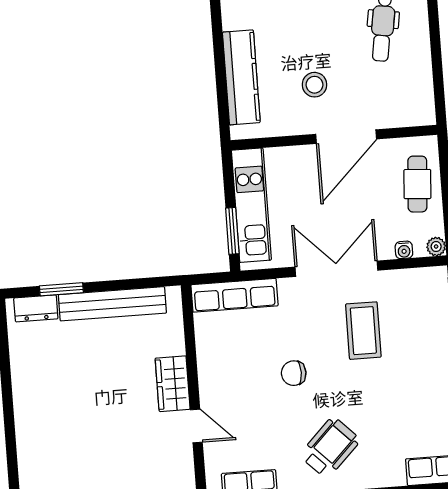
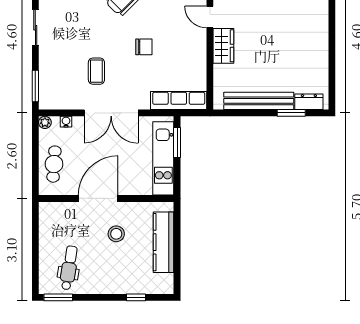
coffee table: (363, 331) -> (96, 71), width x0.73, depth x0.77

